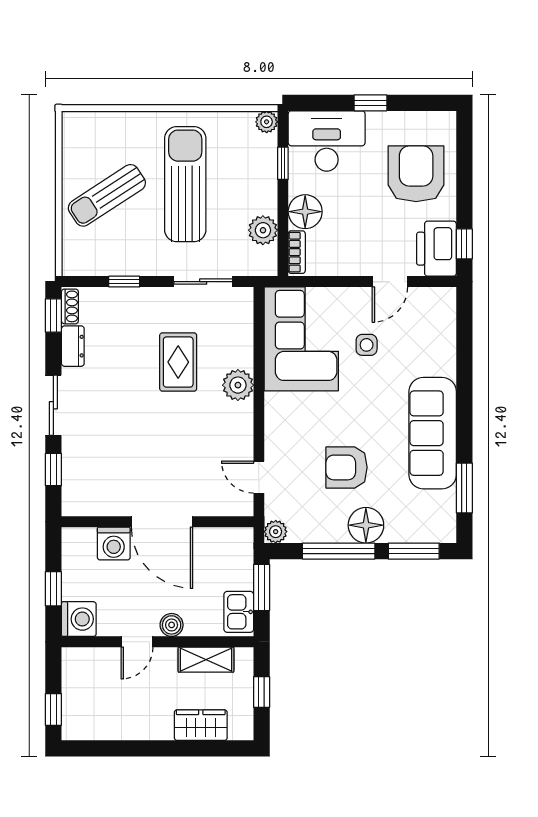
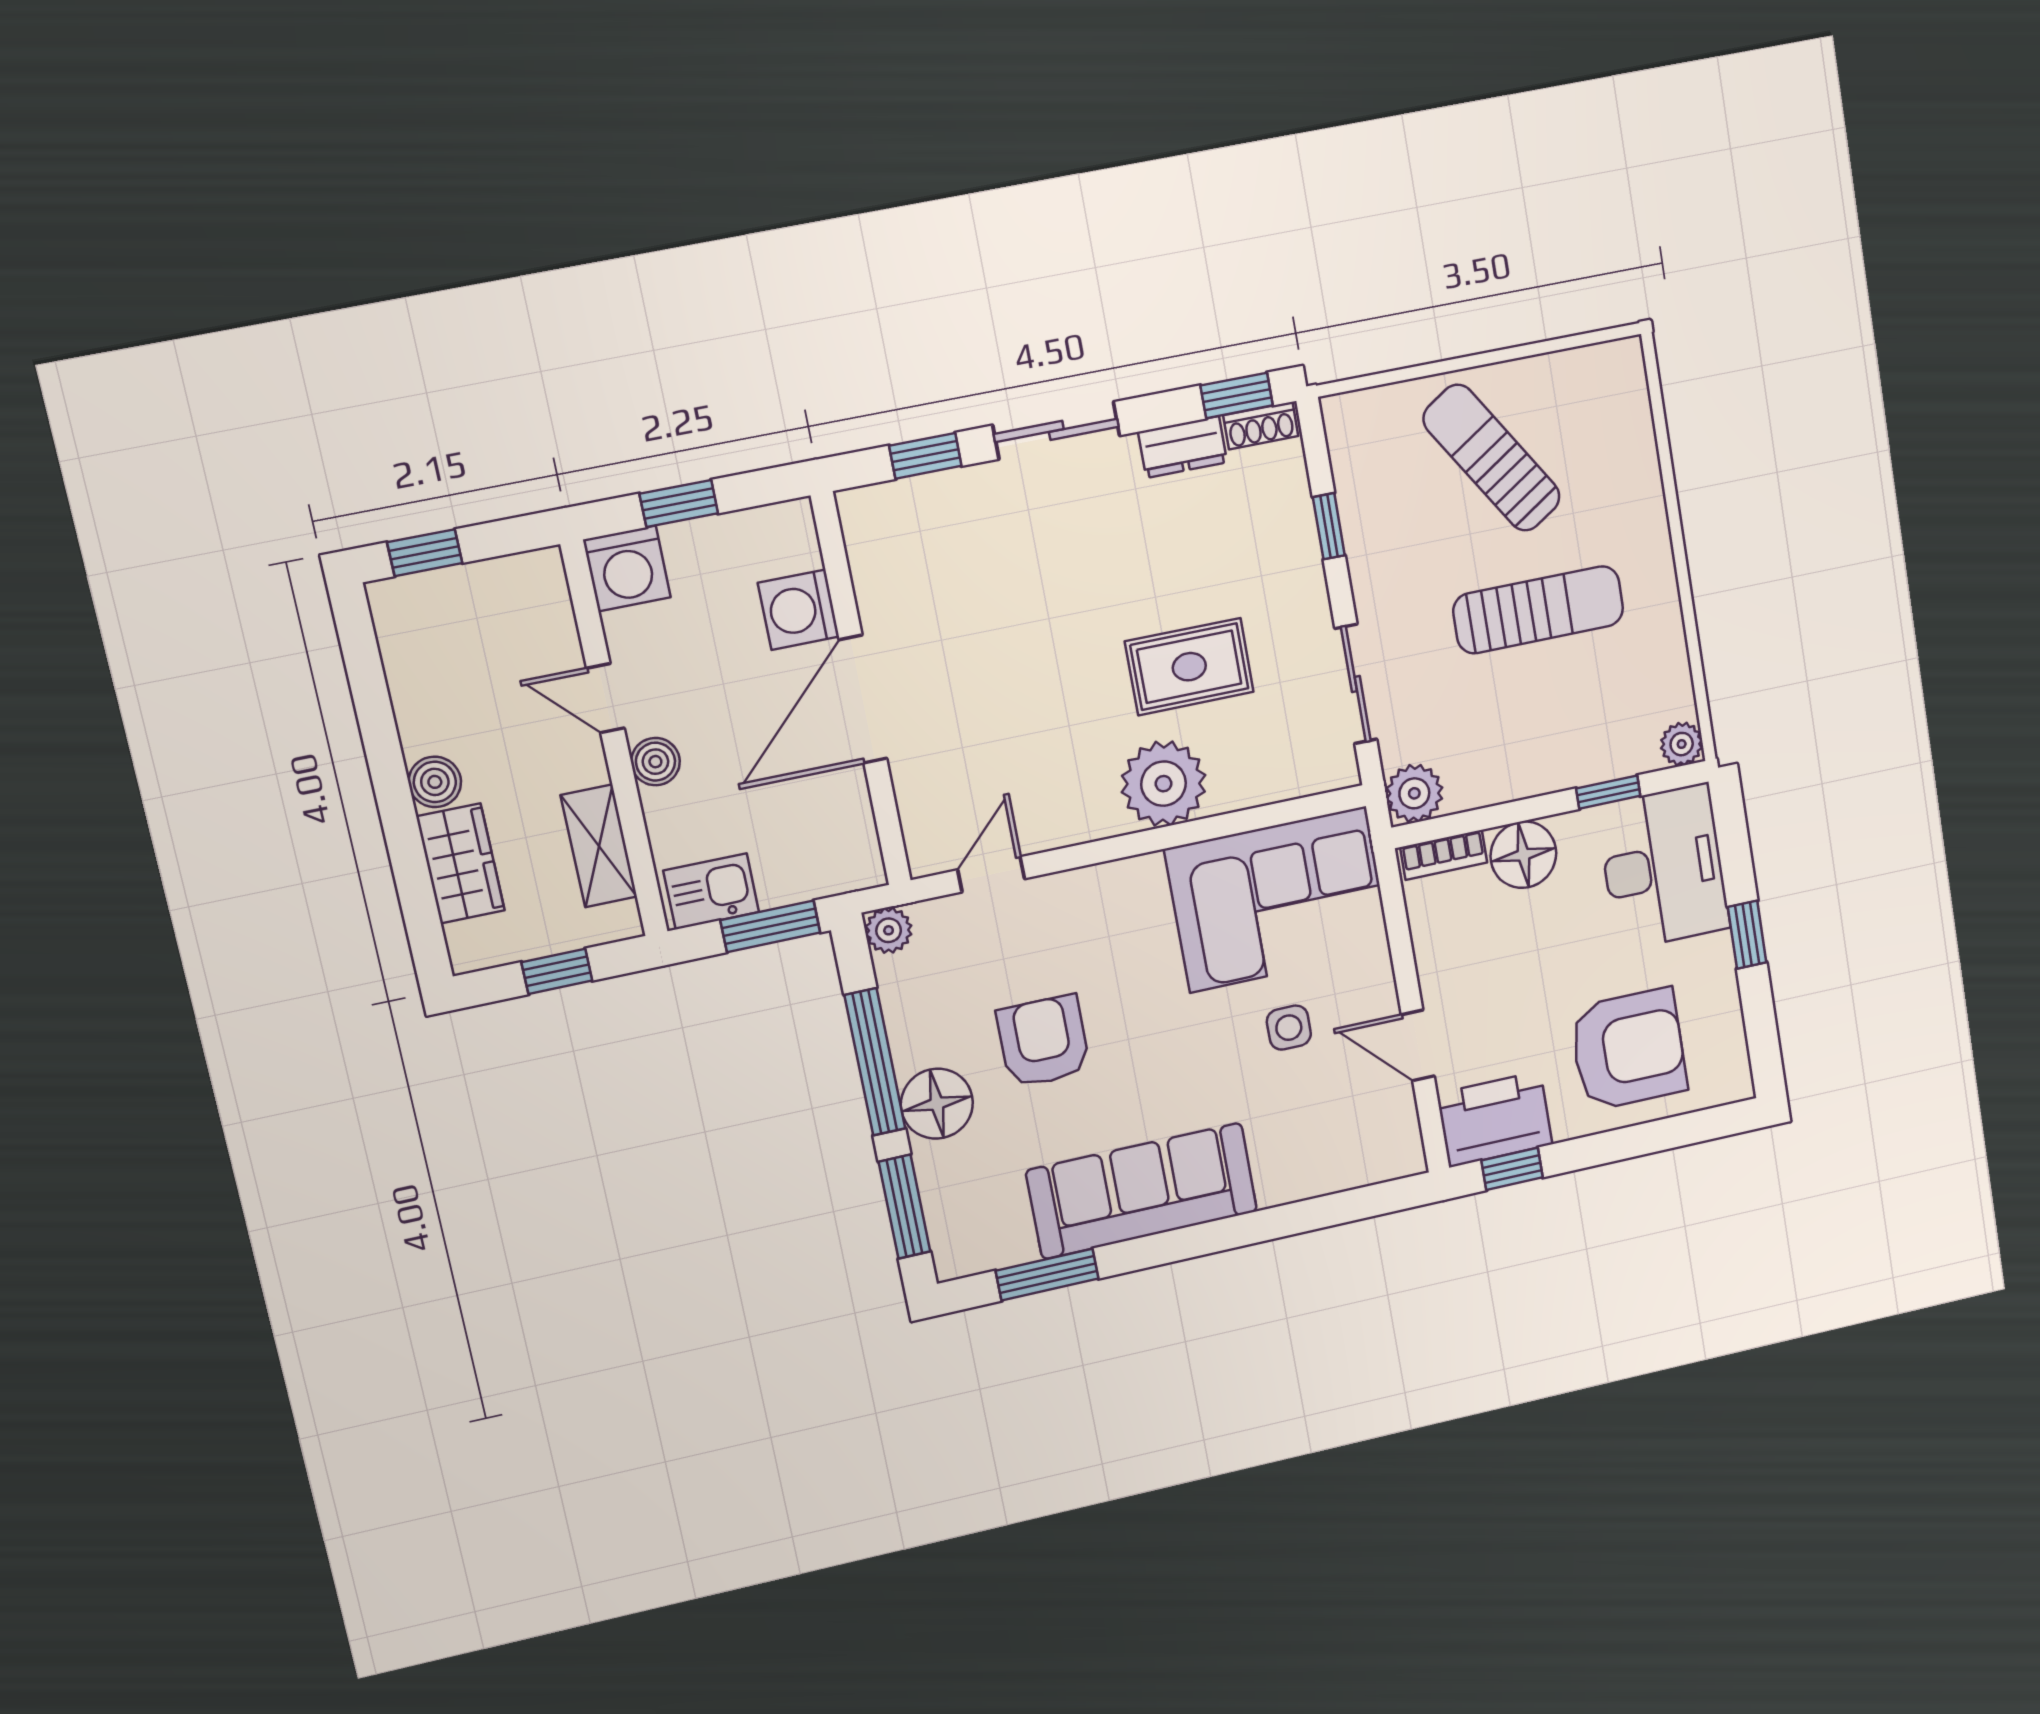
sun lounger: (185, 184) -> (1538, 610), width x0.73, depth x0.75
plant: (263, 230) -> (1414, 793), moved
plant: (238, 385) -> (1163, 784), width x1.36, depth x1.36
boiler: (160, 728) -> (435, 782), added

